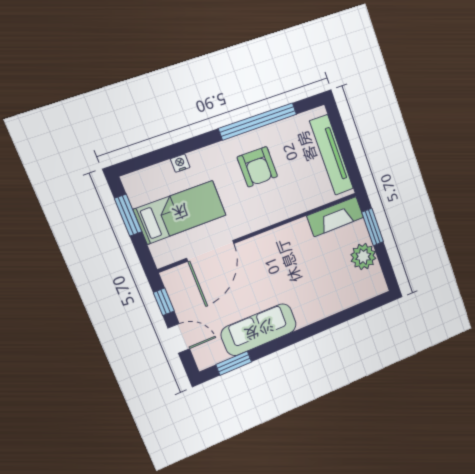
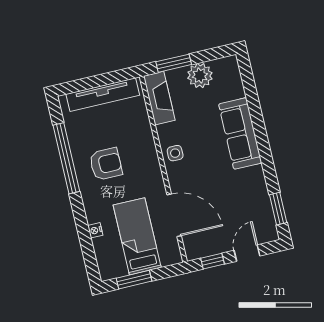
side table: (279, 242) -> (175, 153), added
sofa: (259, 330) -> (240, 133), moved

